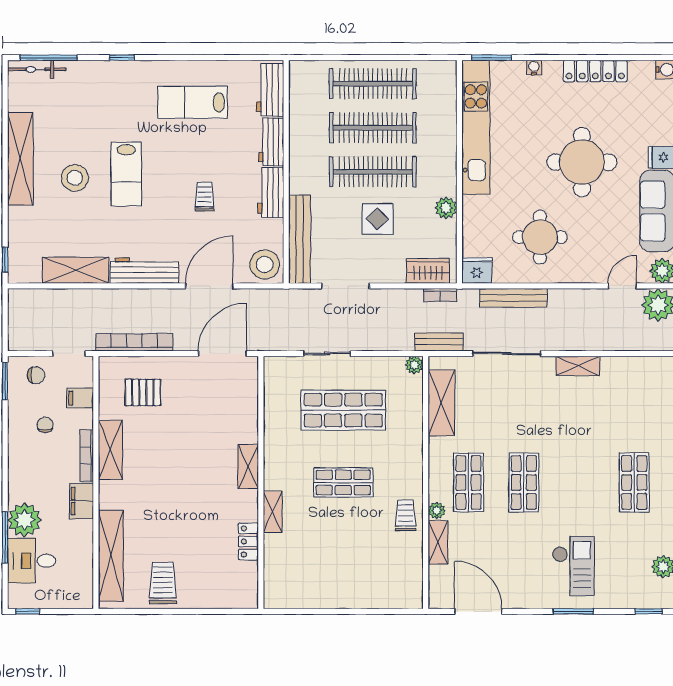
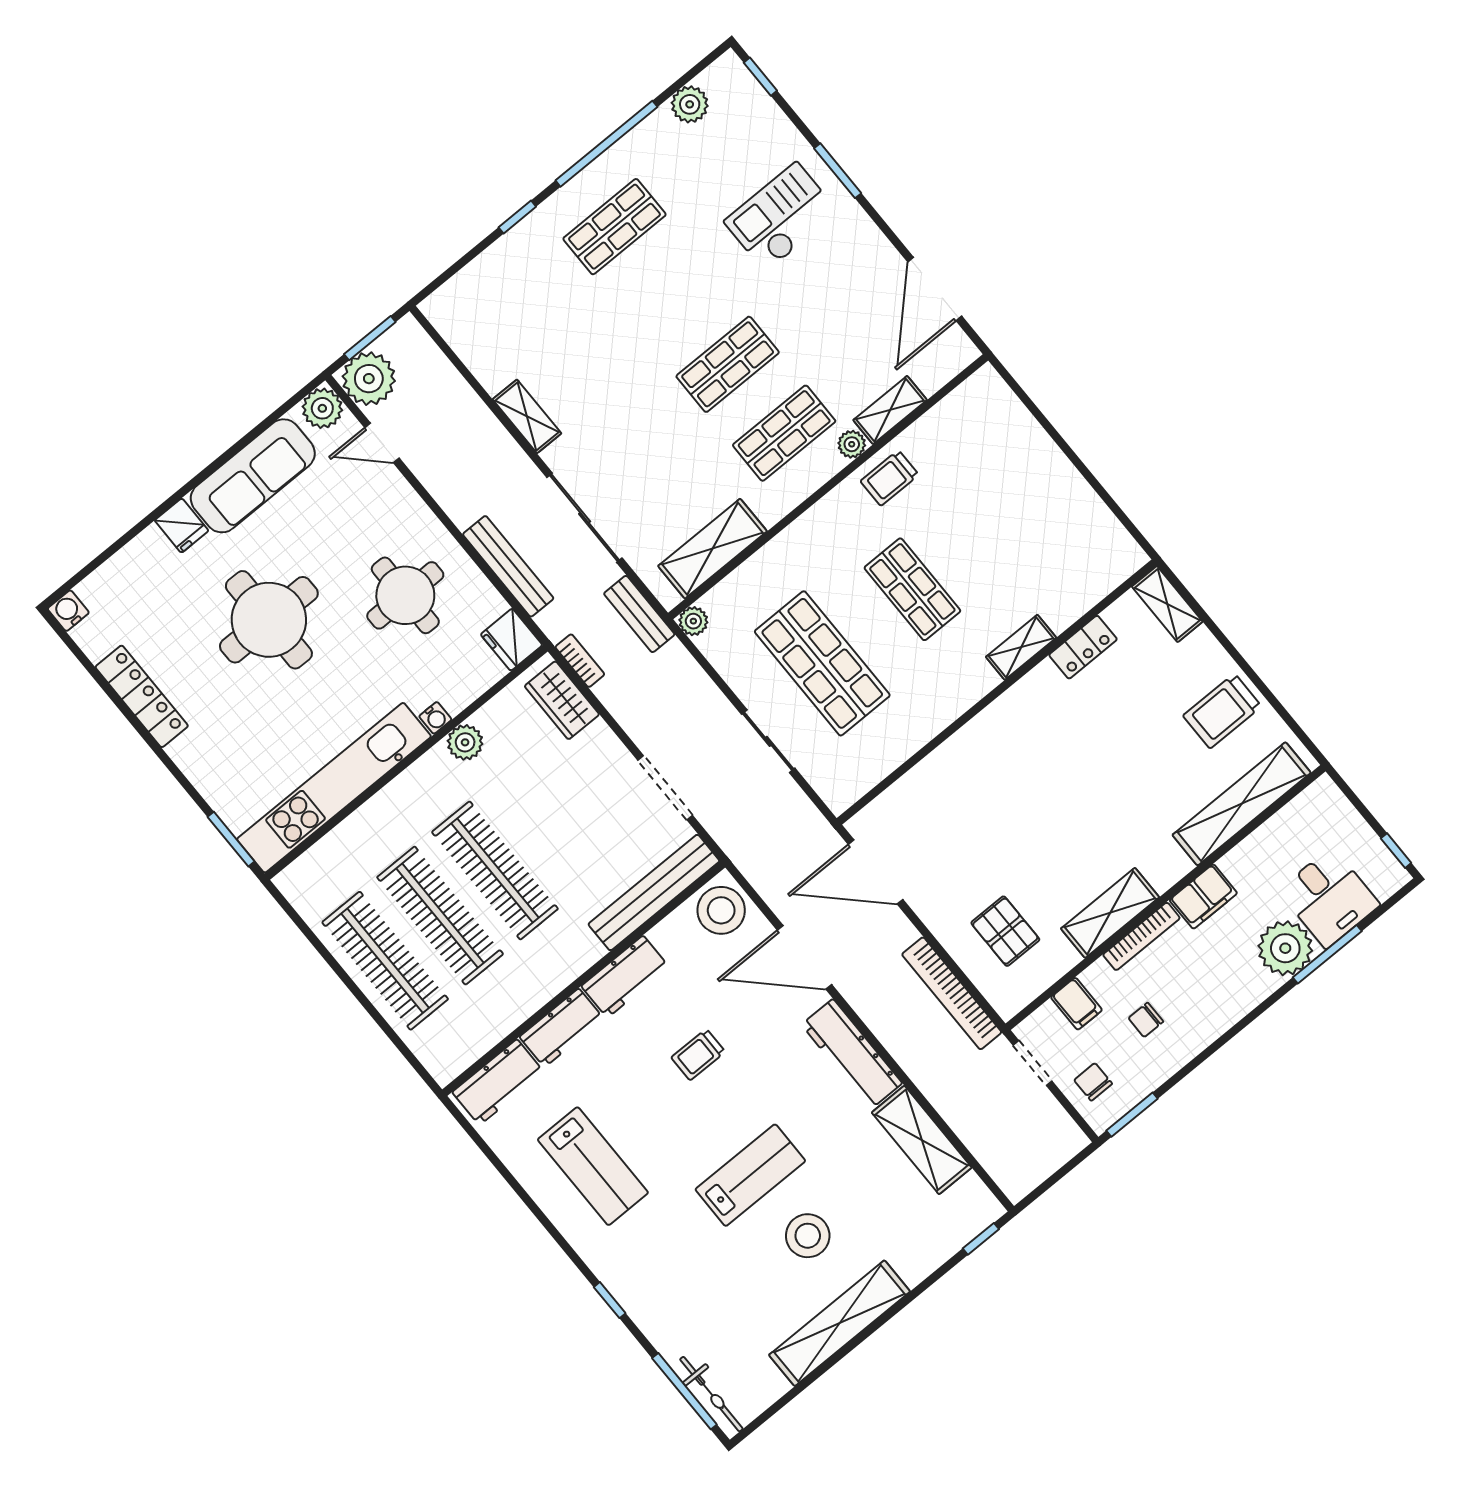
water cooler: (534, 68) -> (435, 718), moved, turned -90
display table: (377, 219) -> (549, 816), removed
shelving: (248, 466) -> (1167, 604), moved, turned 90

